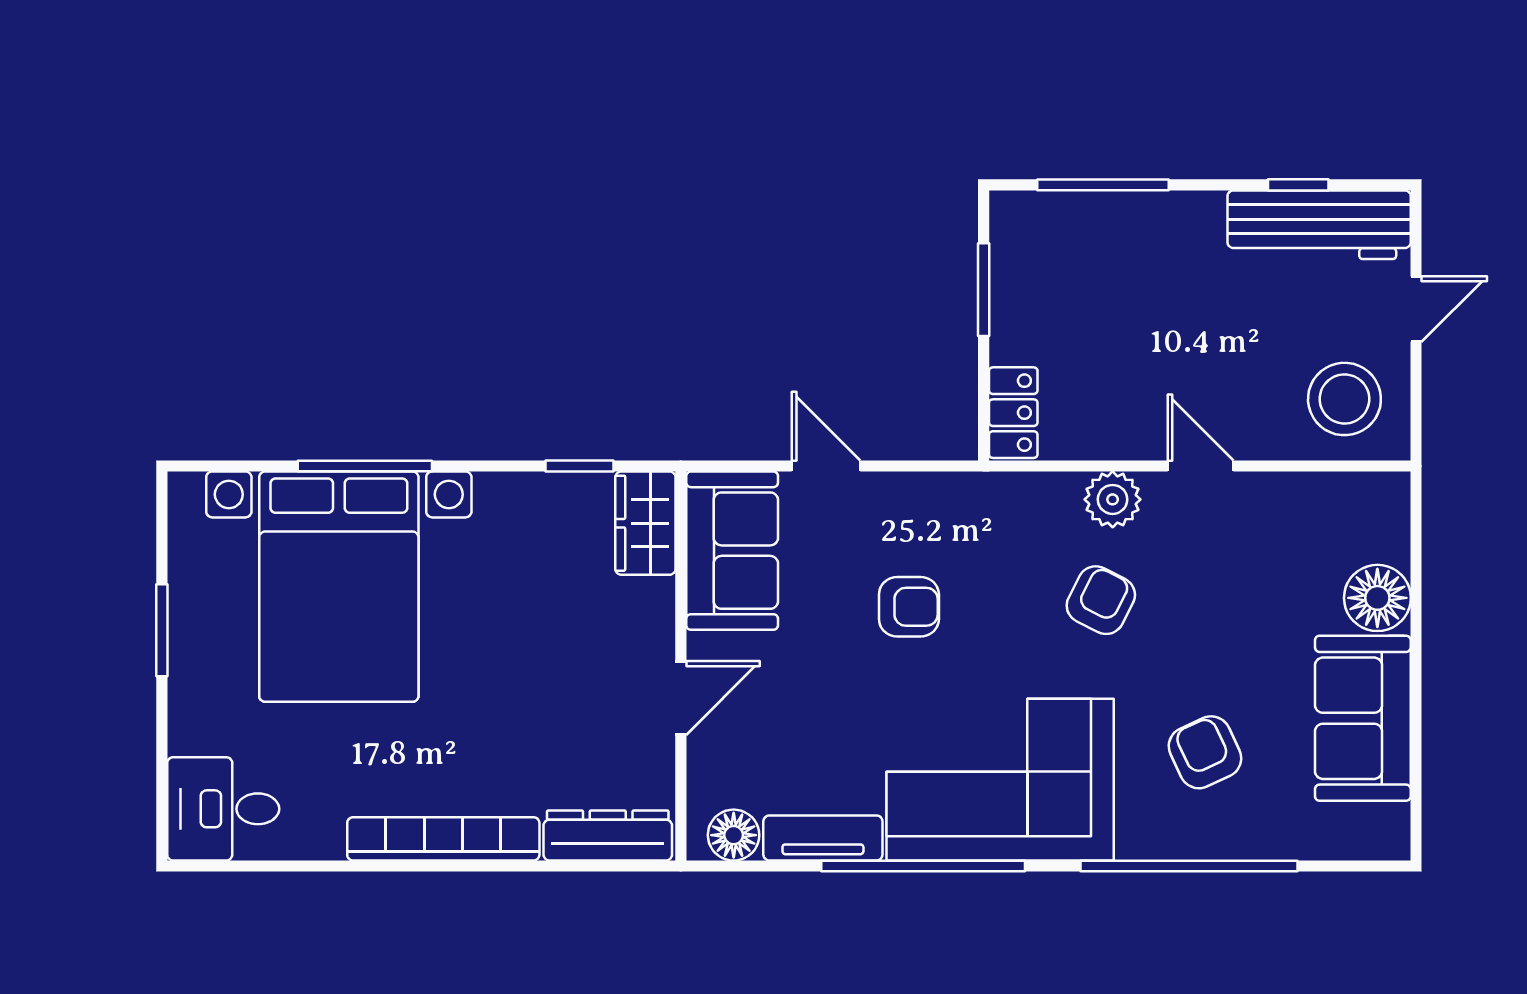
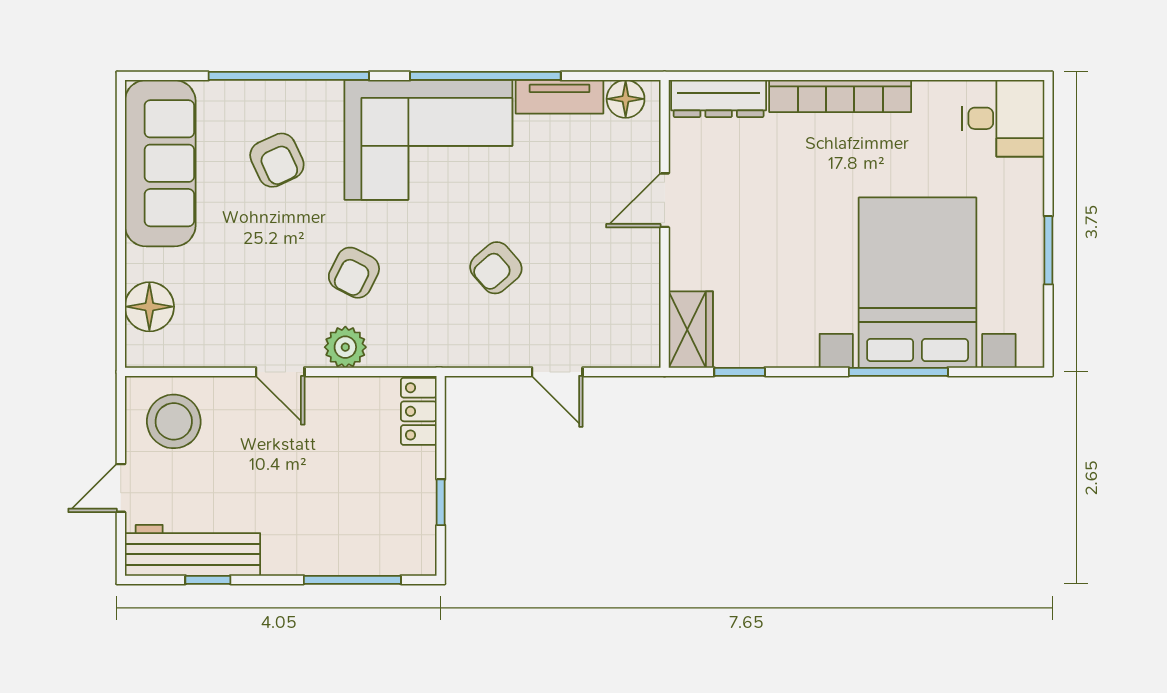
window: (984, 290) -> (441, 502), width x0.67
sofa: (732, 551) -> (627, 309), removed
floor lamp: (1377, 598) -> (149, 307), moved
armchair: (909, 607) -> (496, 268), turned -41
sofa: (1363, 718) -> (160, 163), width x1.36

